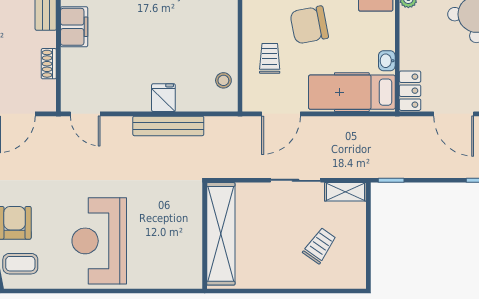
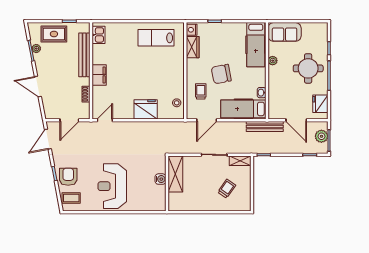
locker: (410, 91) -> (274, 108), removed
fridge: (163, 98) -> (146, 109), width x1.88, depth x1.34
door: (85, 114) -> (105, 120), swing flipped
bench: (168, 126) -> (265, 126), moved
water cooler: (192, 227) -> (160, 179), added
shelving: (221, 234) -> (175, 174), width x0.68

